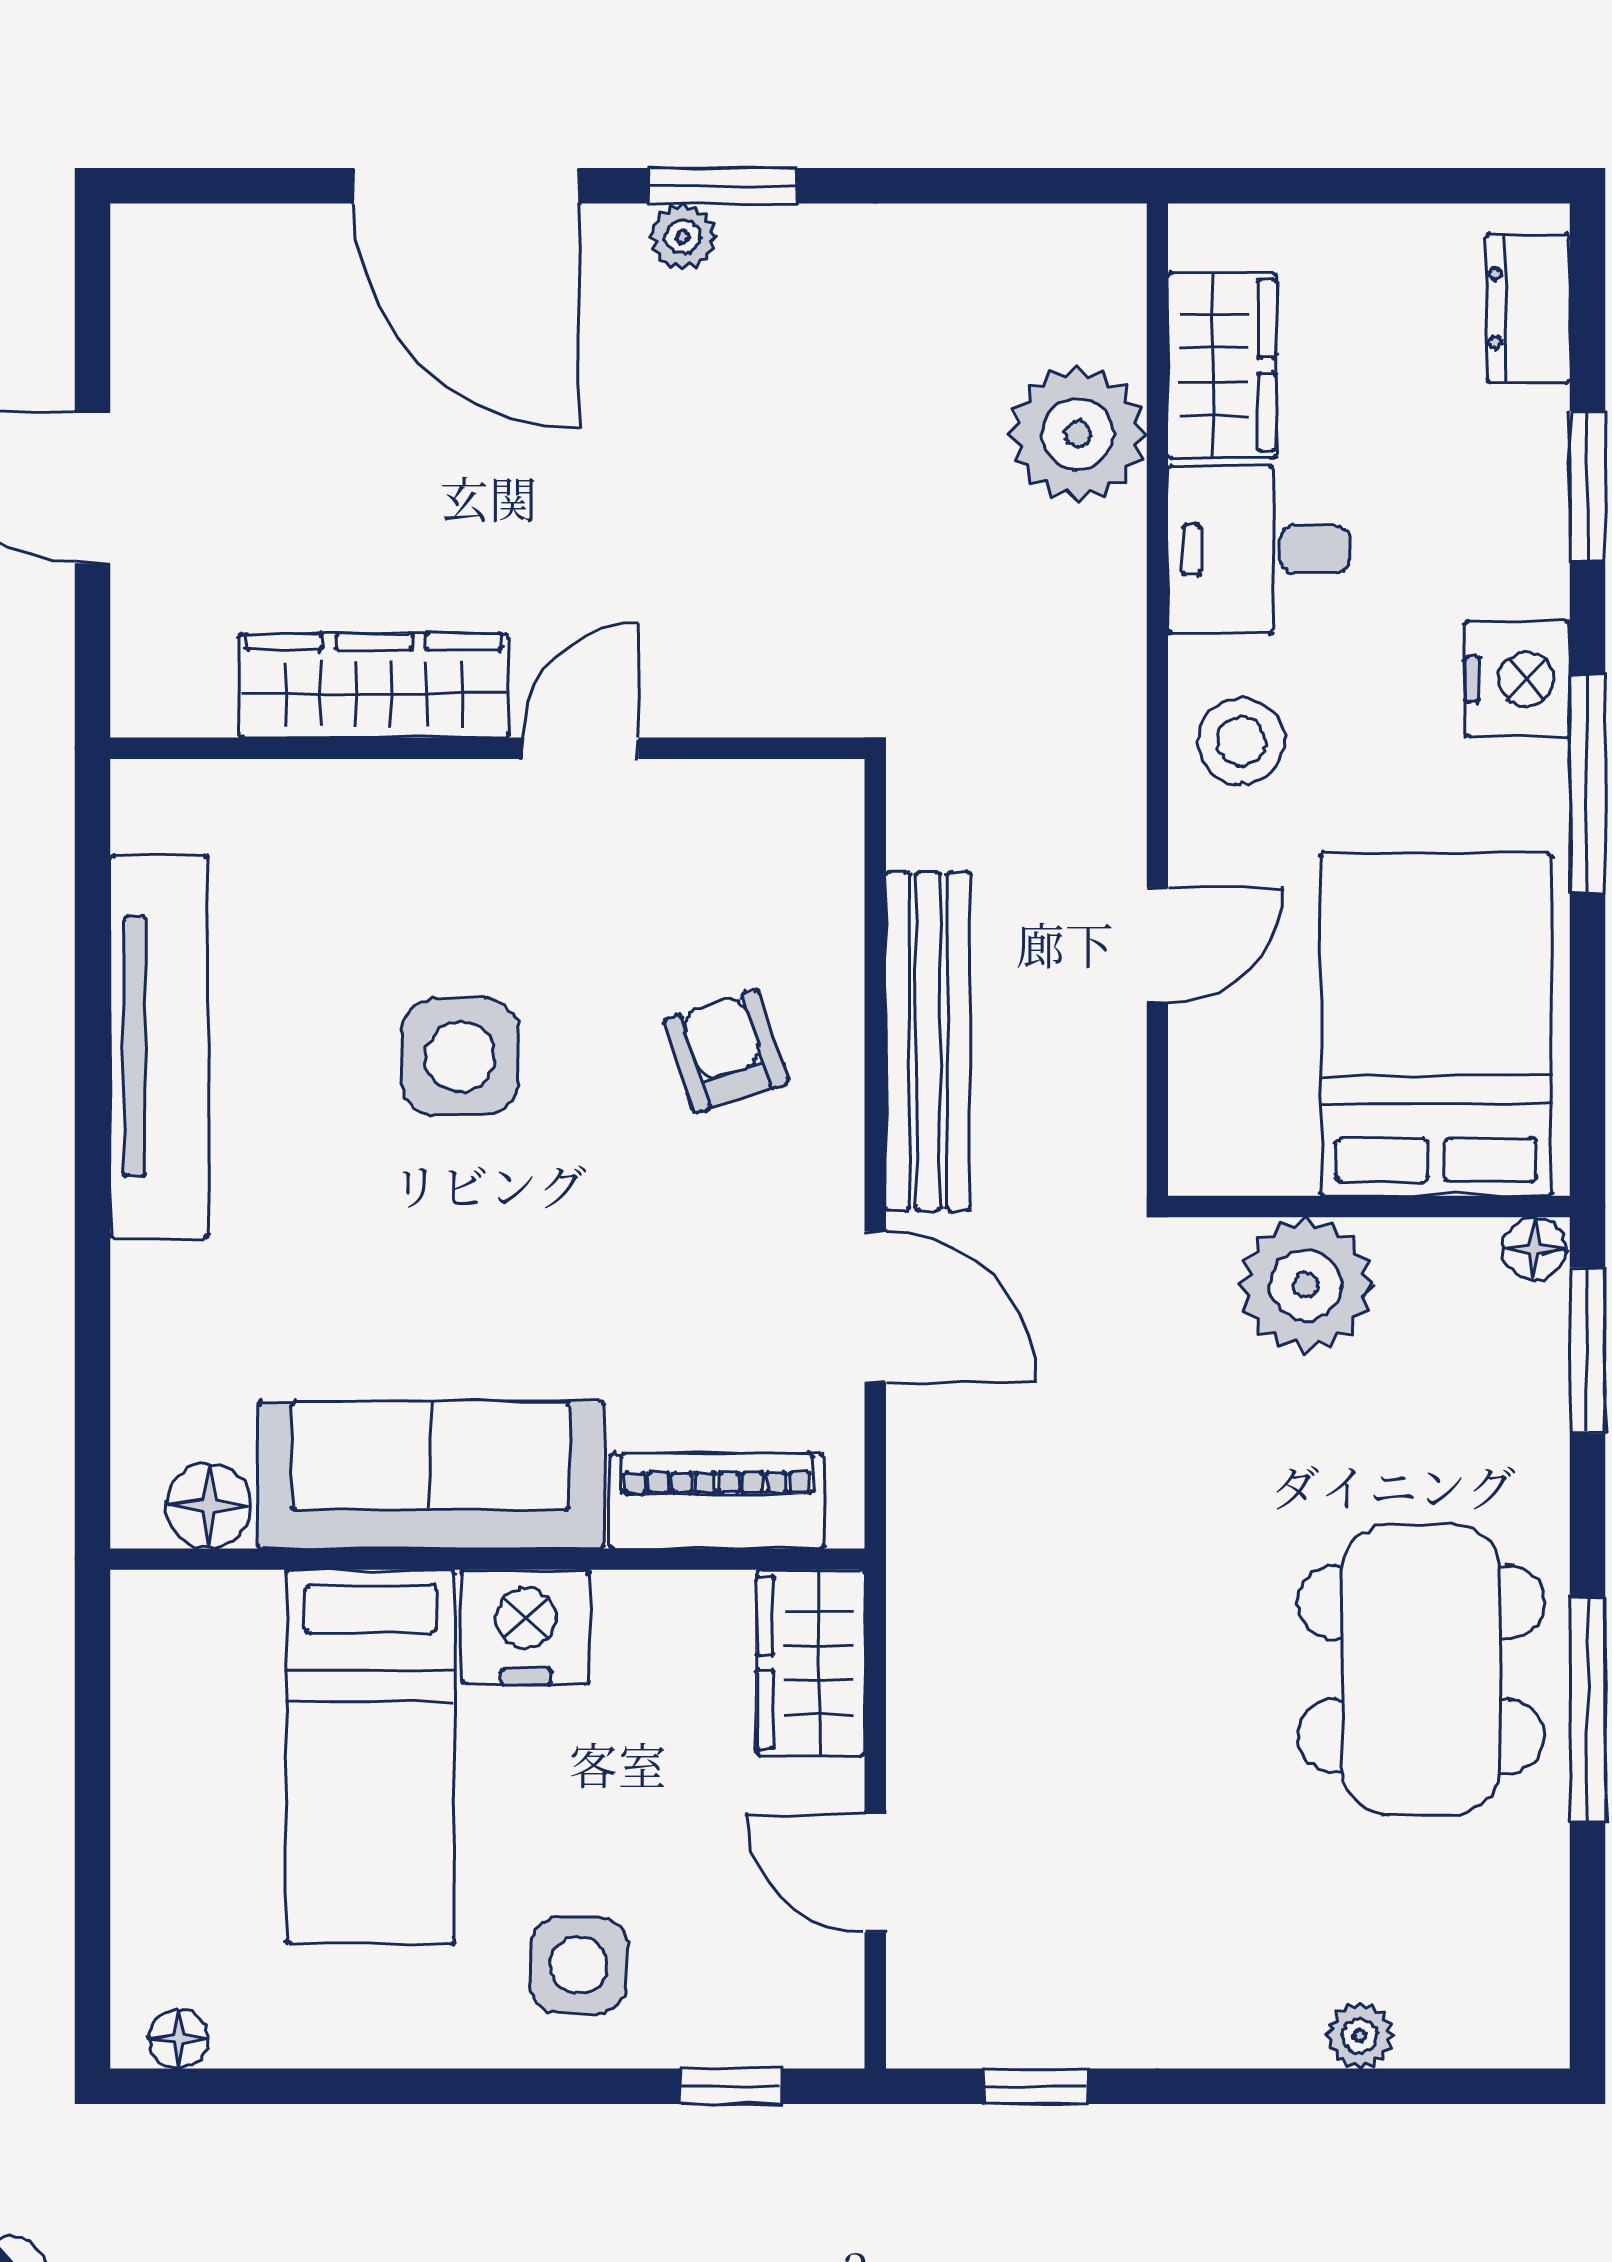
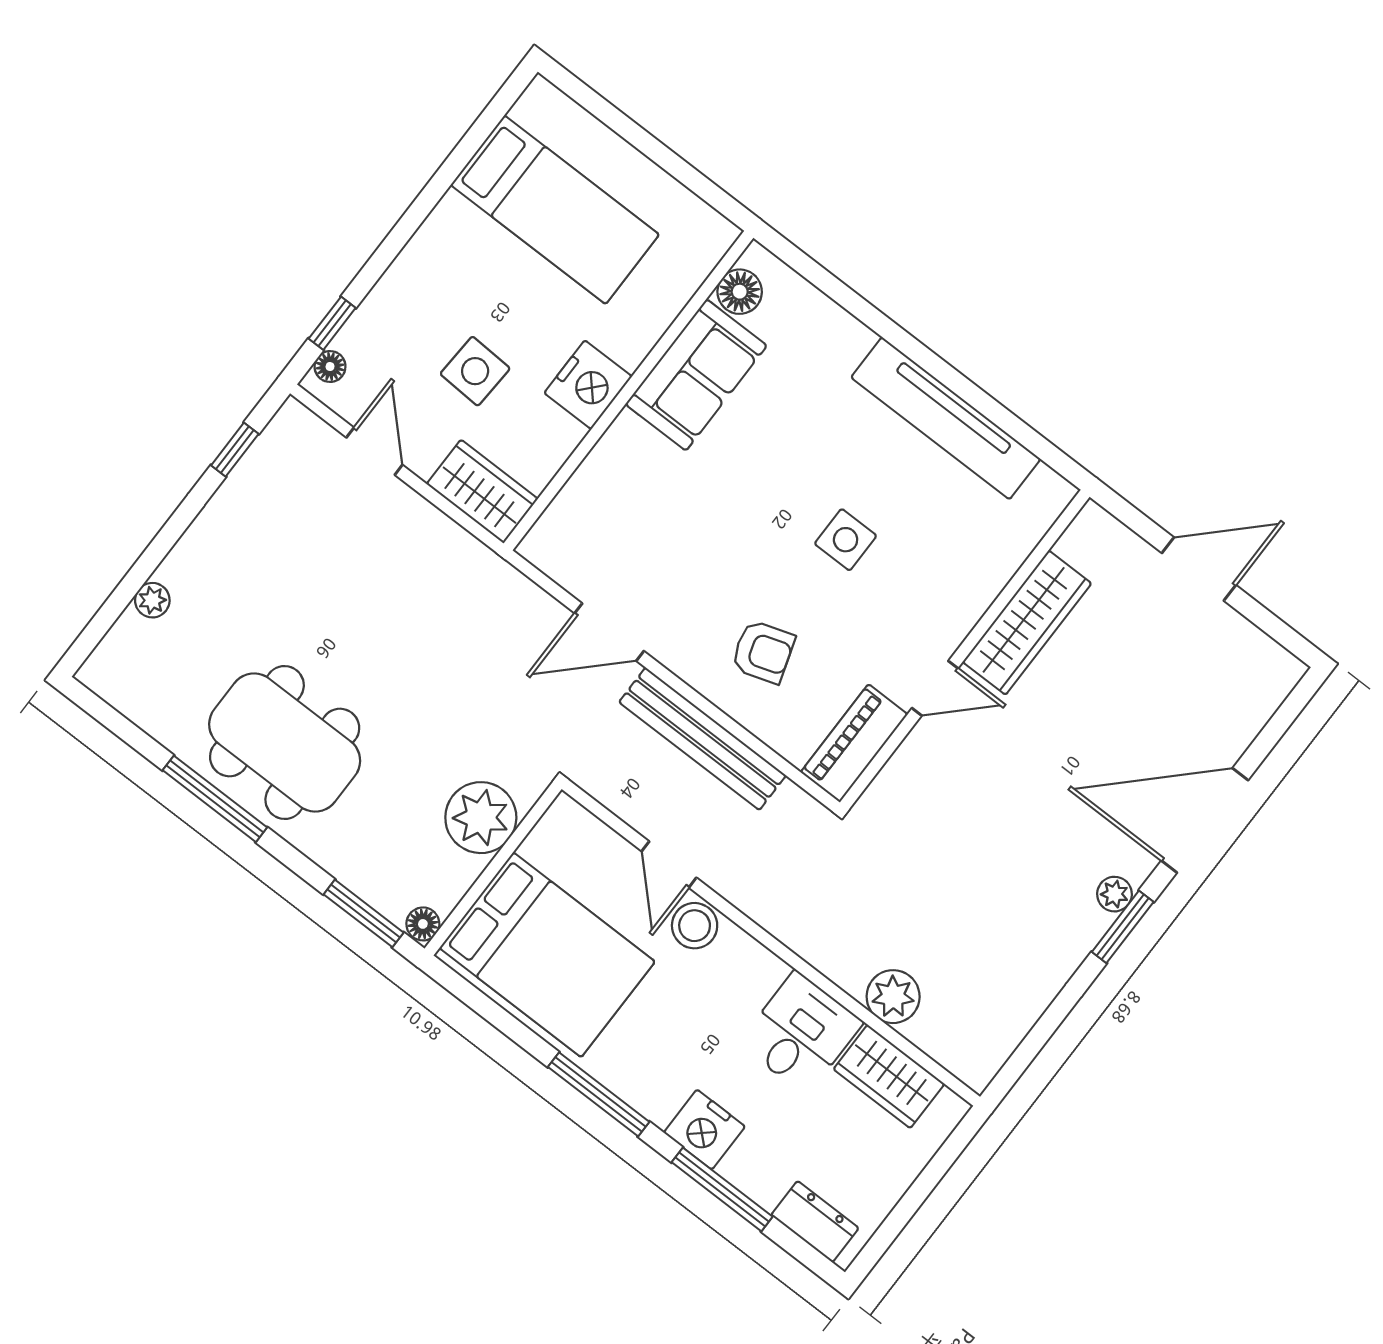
plant: (1078, 434) -> (893, 997), width x0.73, depth x0.73
window: (1588, 486) -> (722, 1189), width x1.44
nightstand: (1517, 679) -> (704, 1130), moved
stool: (1241, 741) -> (695, 926), moved
door: (581, 748) -> (935, 688), hinge flipped
side table: (460, 1057) -> (846, 540), width x0.73, depth x0.73
sofa: (431, 1475) -> (696, 375), width x0.73
piano: (717, 1501) -> (854, 743), moved, turned 180
bed: (370, 1757) -> (555, 210), moved, turned 180
door: (875, 1873) -> (374, 451), hinge flipped
side table: (579, 1965) -> (475, 371), moved
floor lamp: (178, 2039) -> (330, 367), moved

